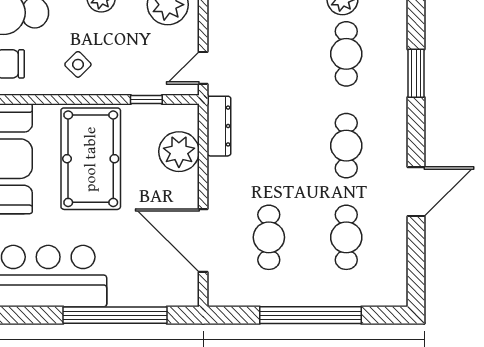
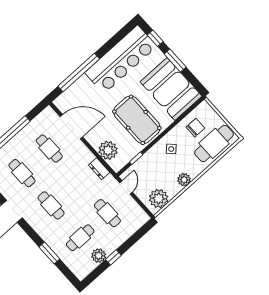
cafe table: (269, 54) -> (107, 213), added
cafe table: (346, 54) -> (80, 238), turned 90
dresser: (219, 126) -> (99, 169), width x0.70

